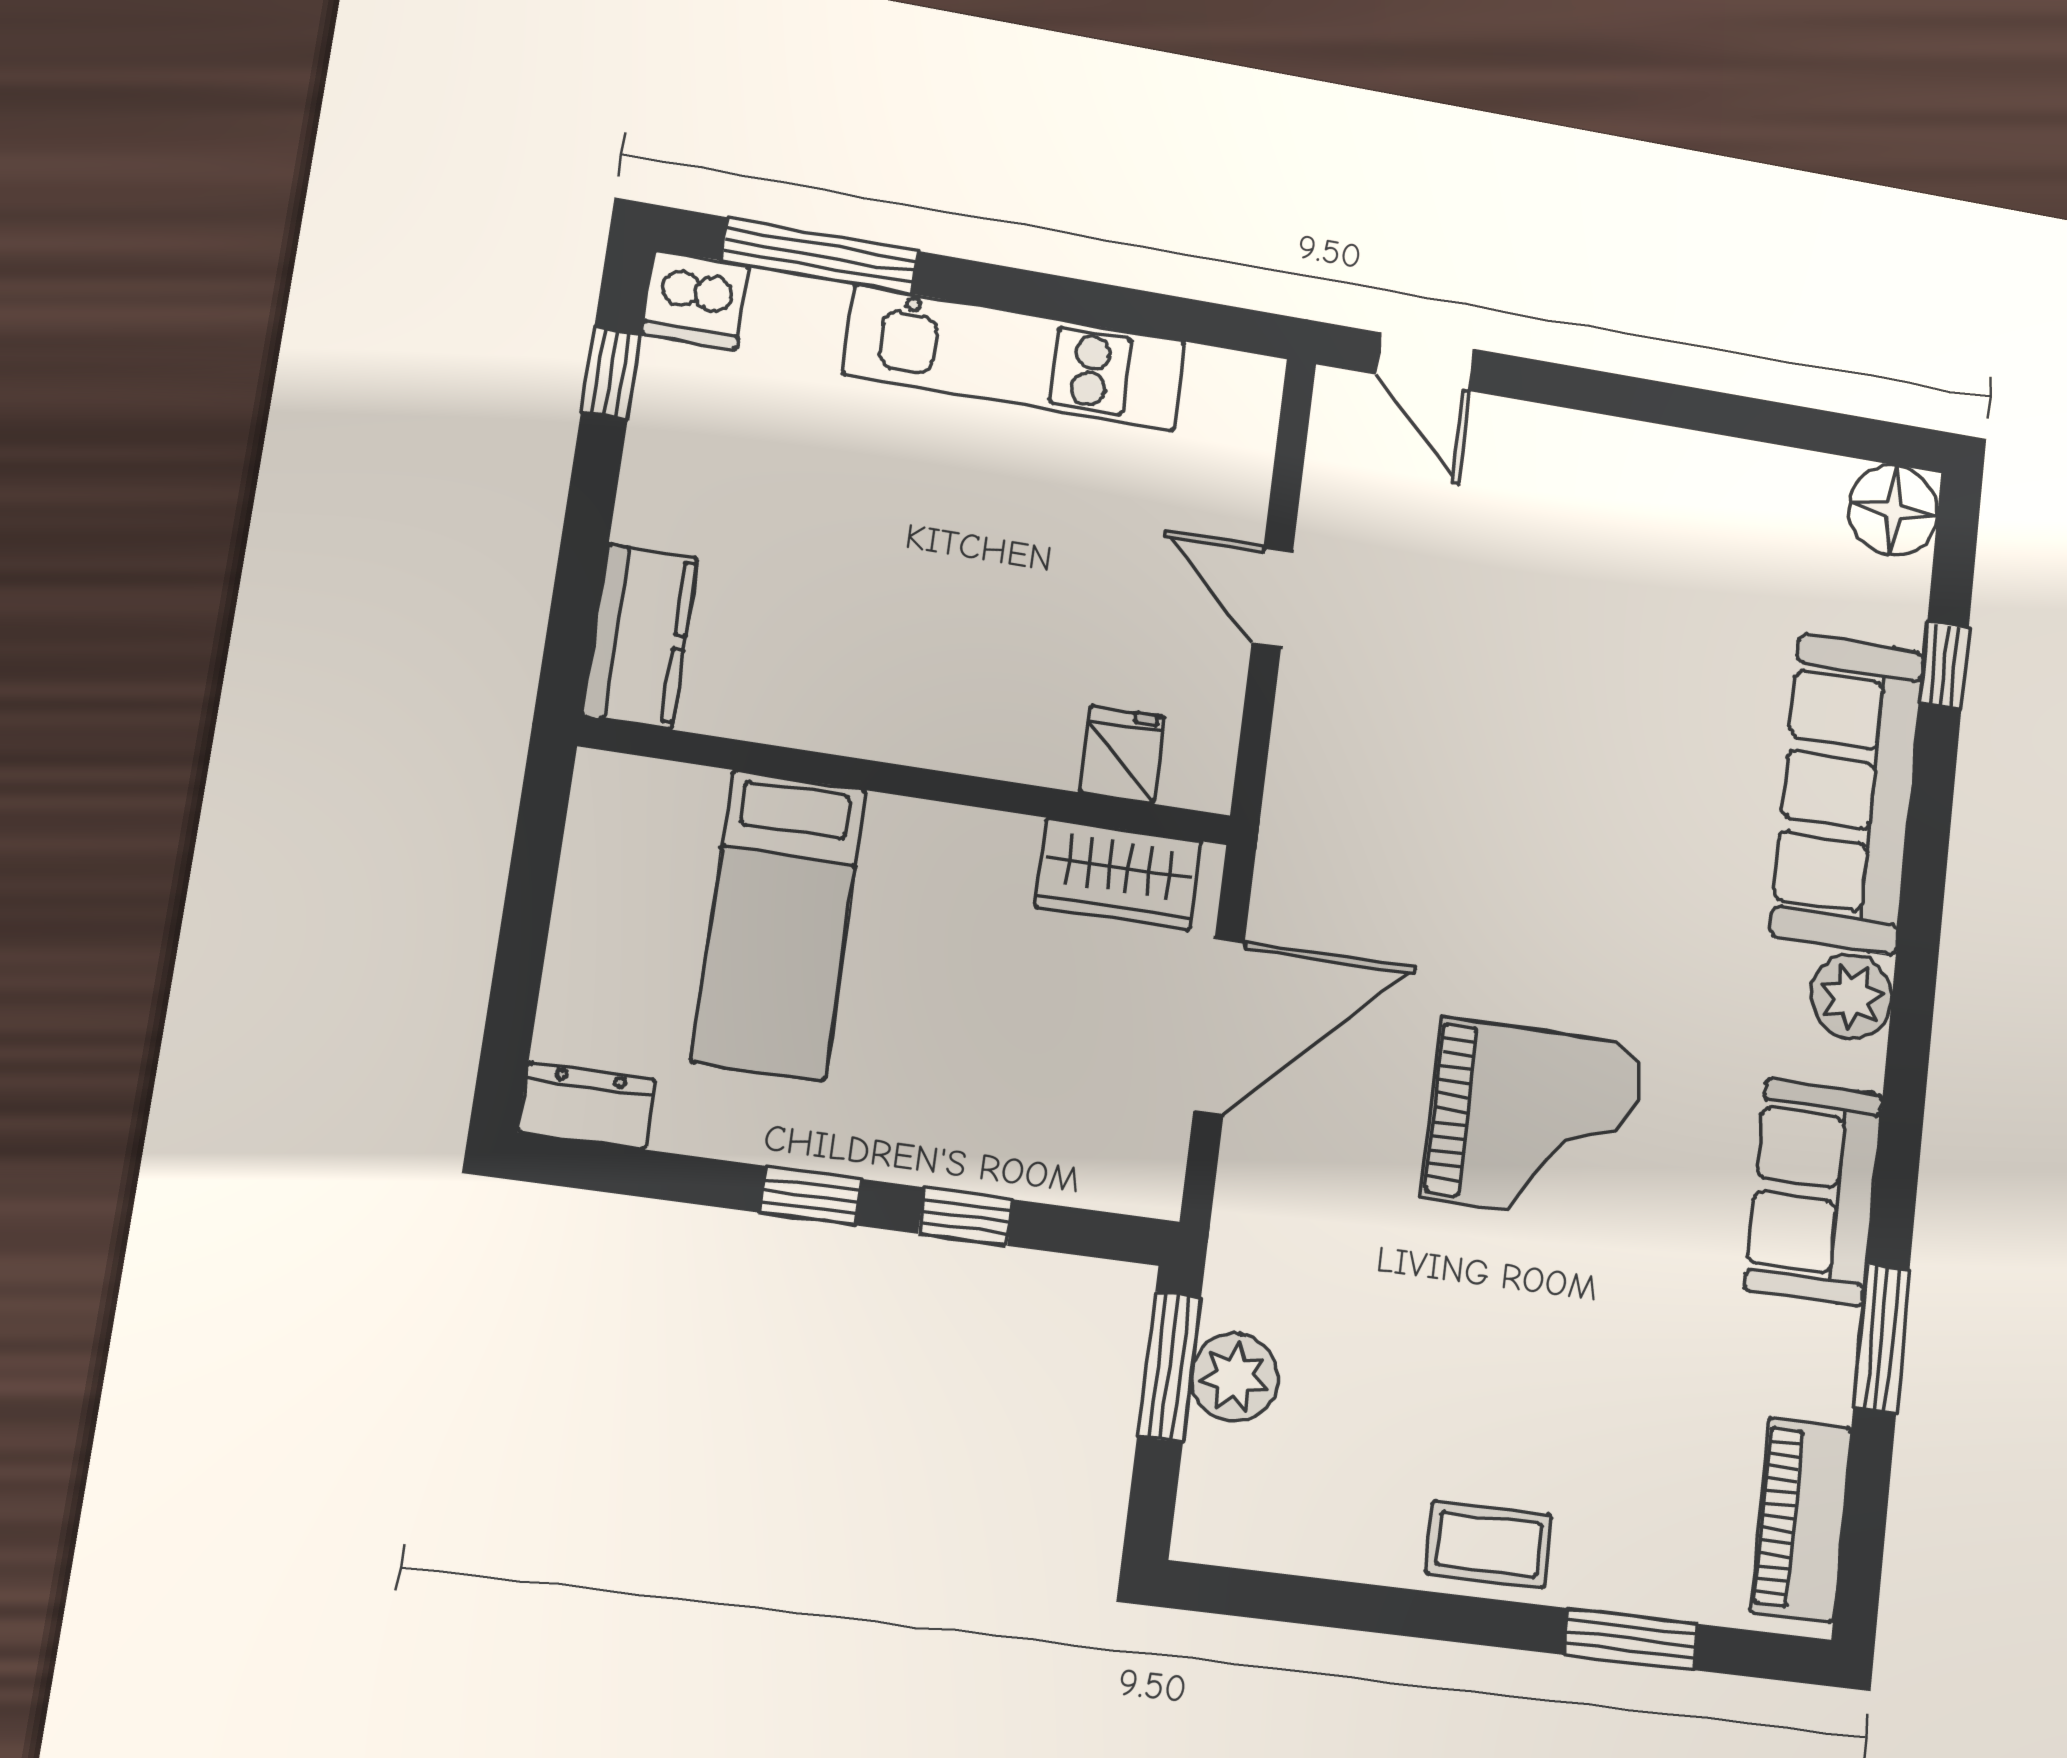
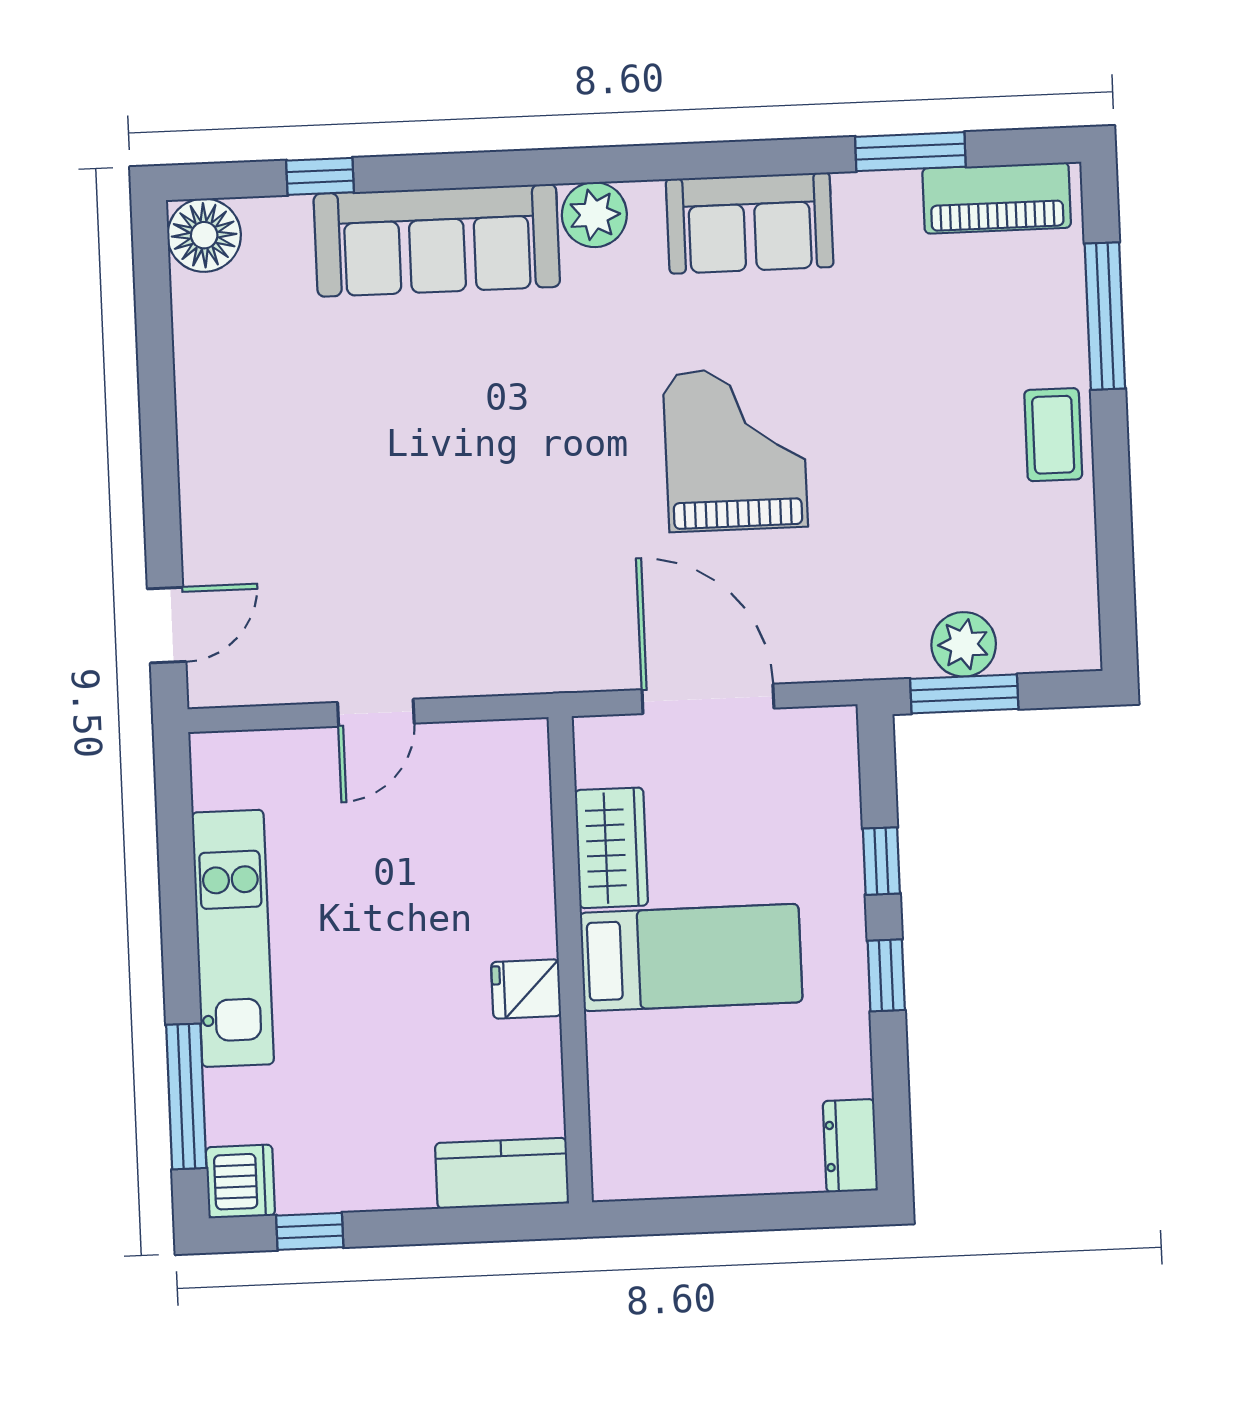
fridge: (1122, 754) -> (526, 989), moved
wardrobe: (1118, 874) -> (611, 848), moved
bed: (779, 925) -> (691, 957), moved
window: (1881, 1338) -> (910, 152), moved
window: (1631, 1639) -> (1105, 316), width x1.44

